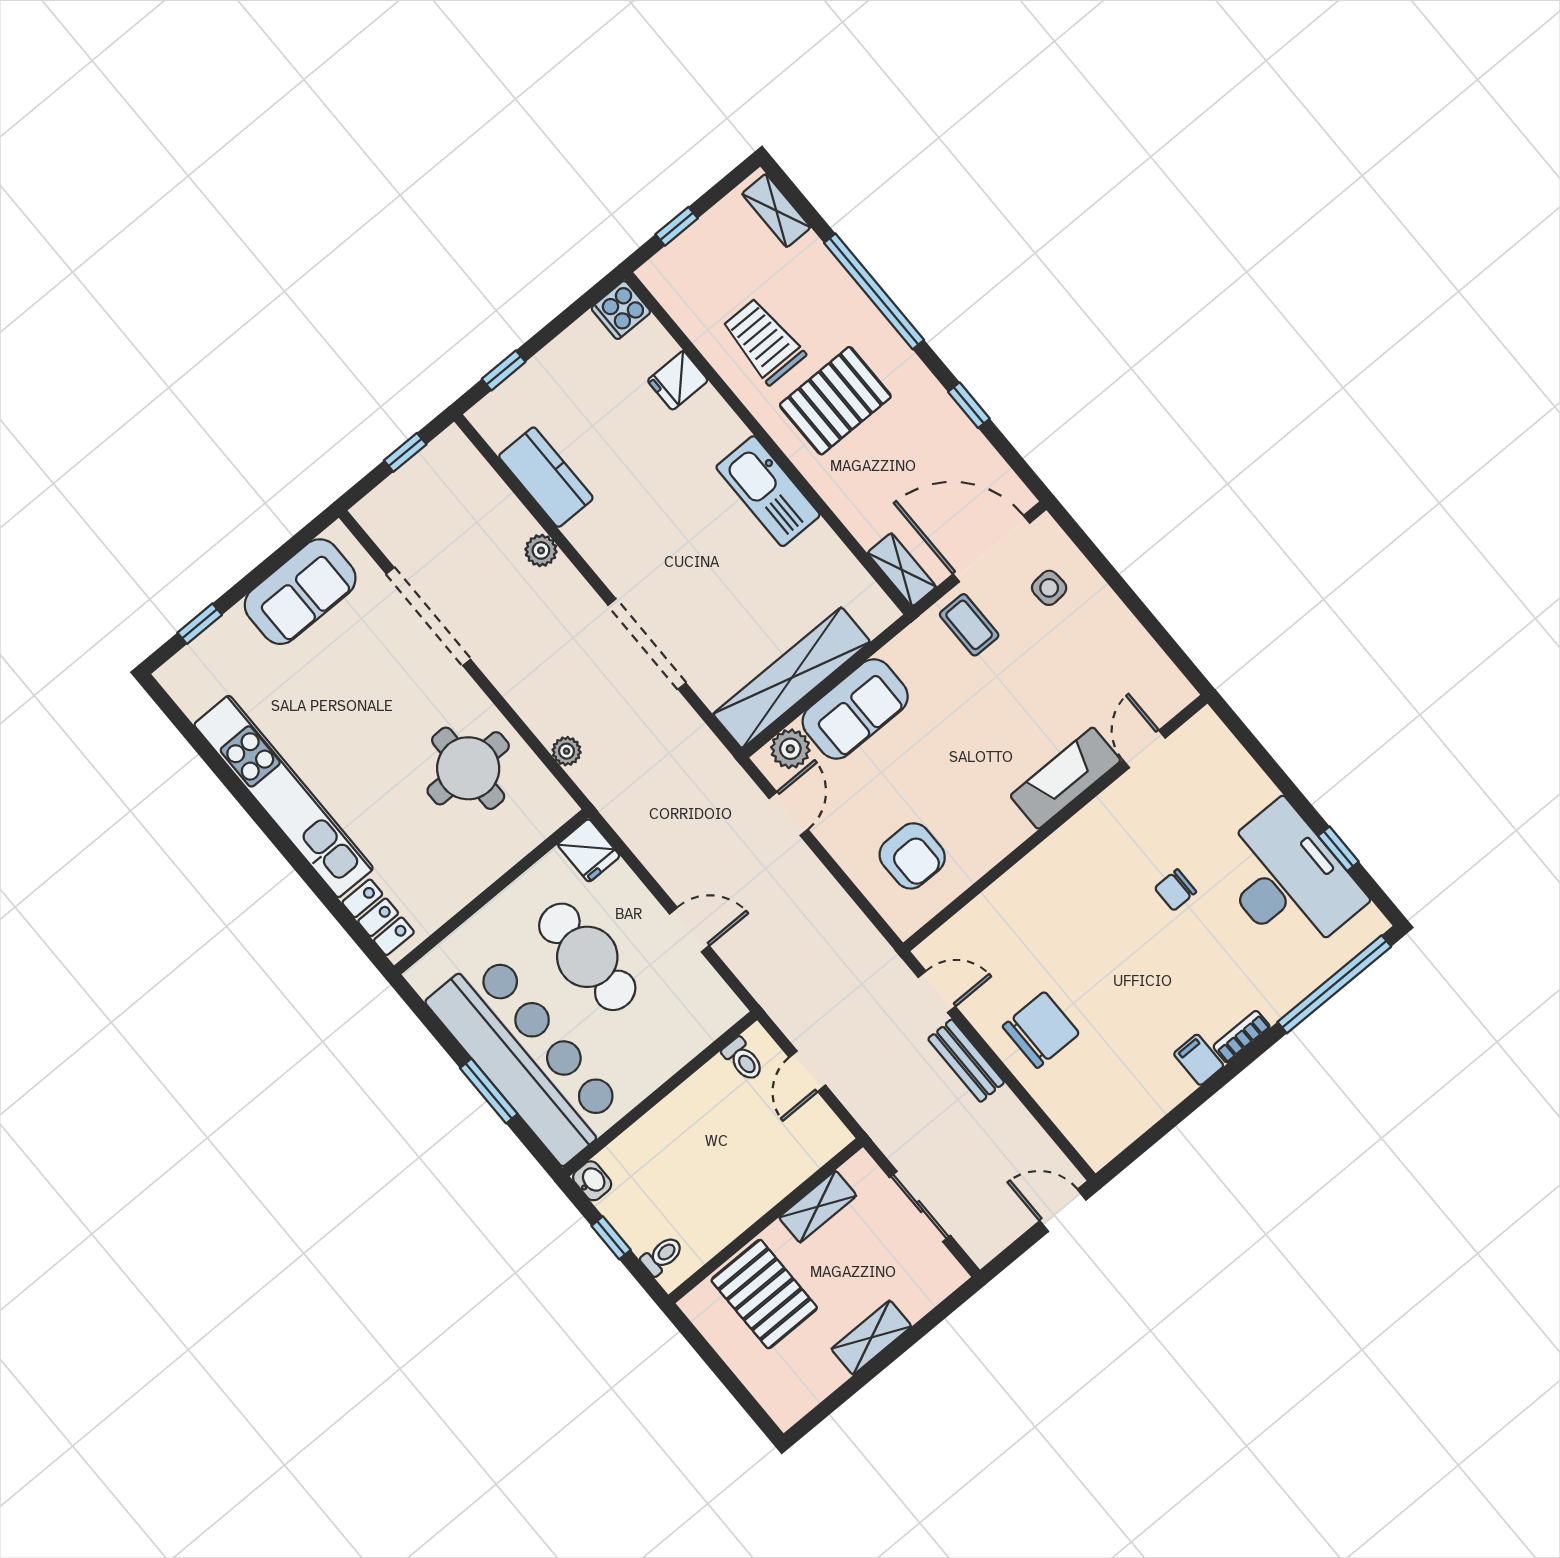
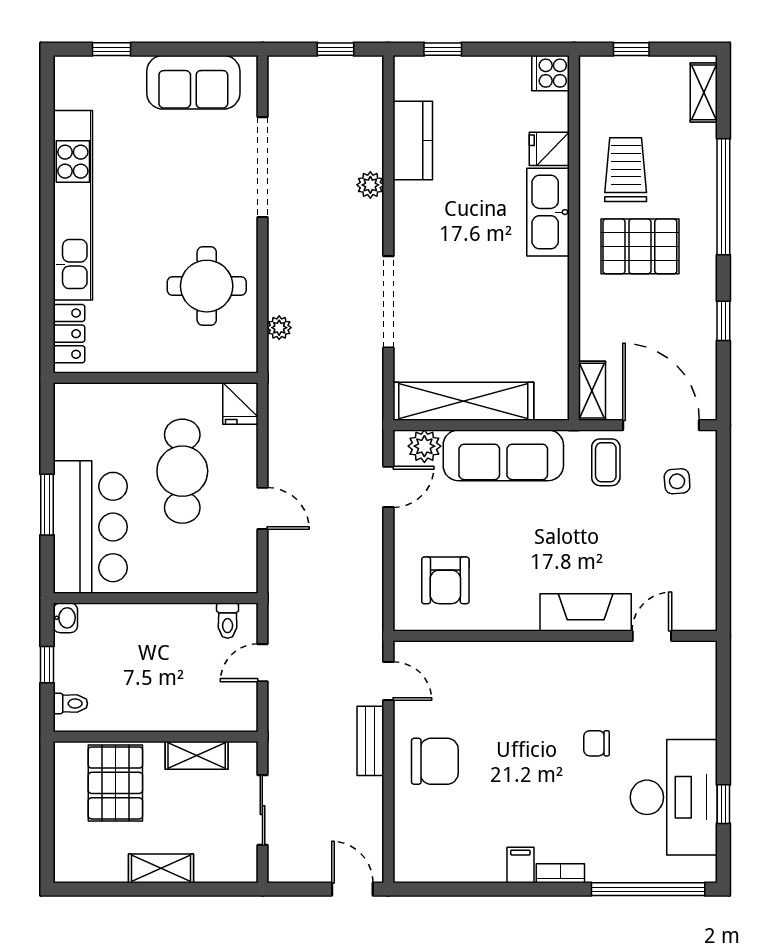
kitchen sink: (768, 491) -> (548, 212), moved
sofa: (855, 709) -> (503, 455), width x1.36
bar counter: (527, 1056) -> (90, 527), width x0.73

